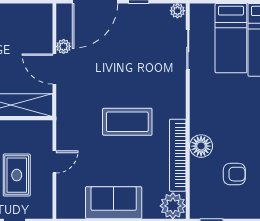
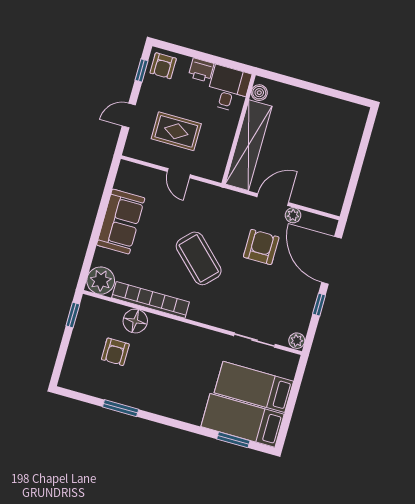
armchair: (101, 67) -> (261, 247), added
coffee table: (127, 122) -> (199, 258), turned -46
floor lamp: (201, 146) -> (135, 321), moved

